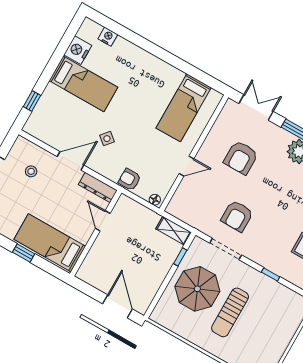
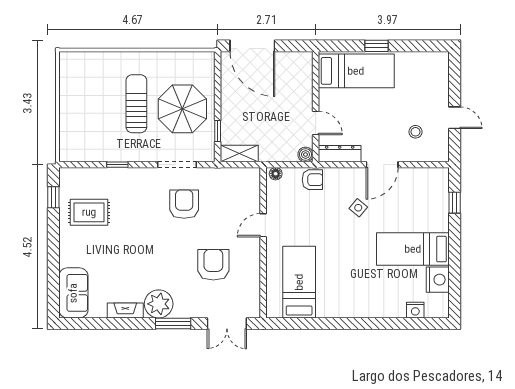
boiler: (124, 201) -> (306, 155), added
door: (117, 306) -> (252, 46), width x1.36

